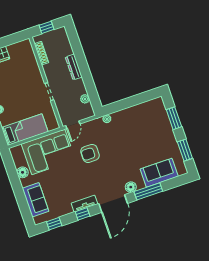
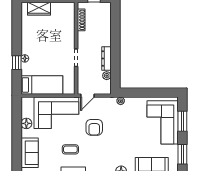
dresser: (74, 67) -> (106, 59), moved
corner sofa: (155, 126) -> (163, 122), added
armchair: (90, 153) -> (94, 127), turned -90
coffee table: (74, 183) -> (70, 149), added

